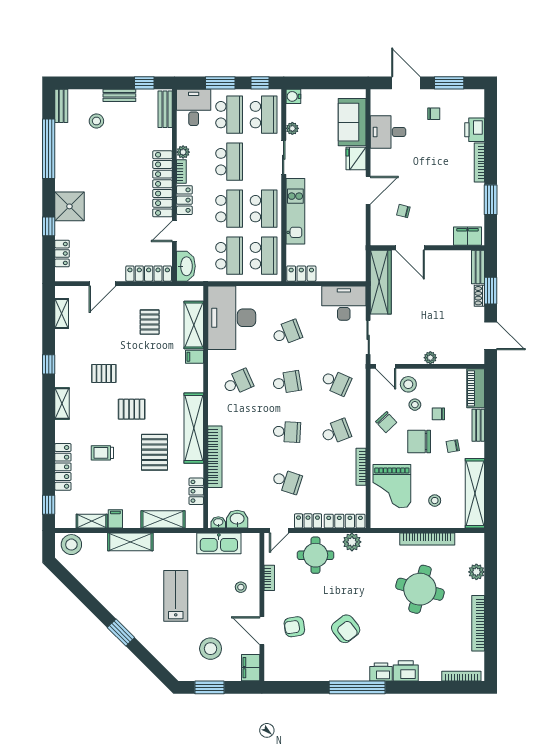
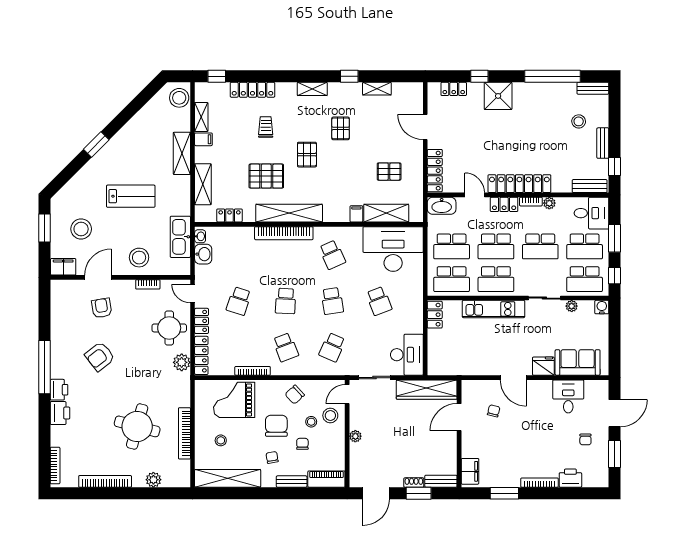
shelving: (62, 314) -> (377, 89), moved
bookcase: (215, 457) -> (284, 233), moved
stool: (241, 587) -> (139, 258), width x1.89, depth x1.89

